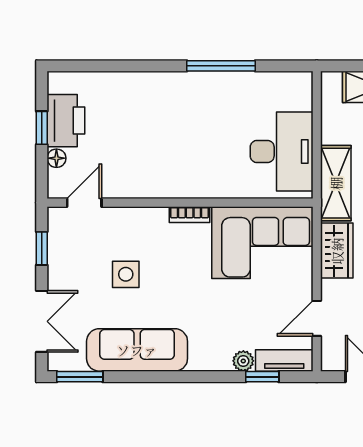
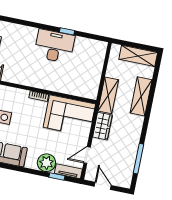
window: (221, 66) -> (67, 31), width x0.46
desk: (282, 151) -> (54, 46), moved, turned -90
plant: (243, 361) -> (46, 163), width x1.88, depth x1.88

